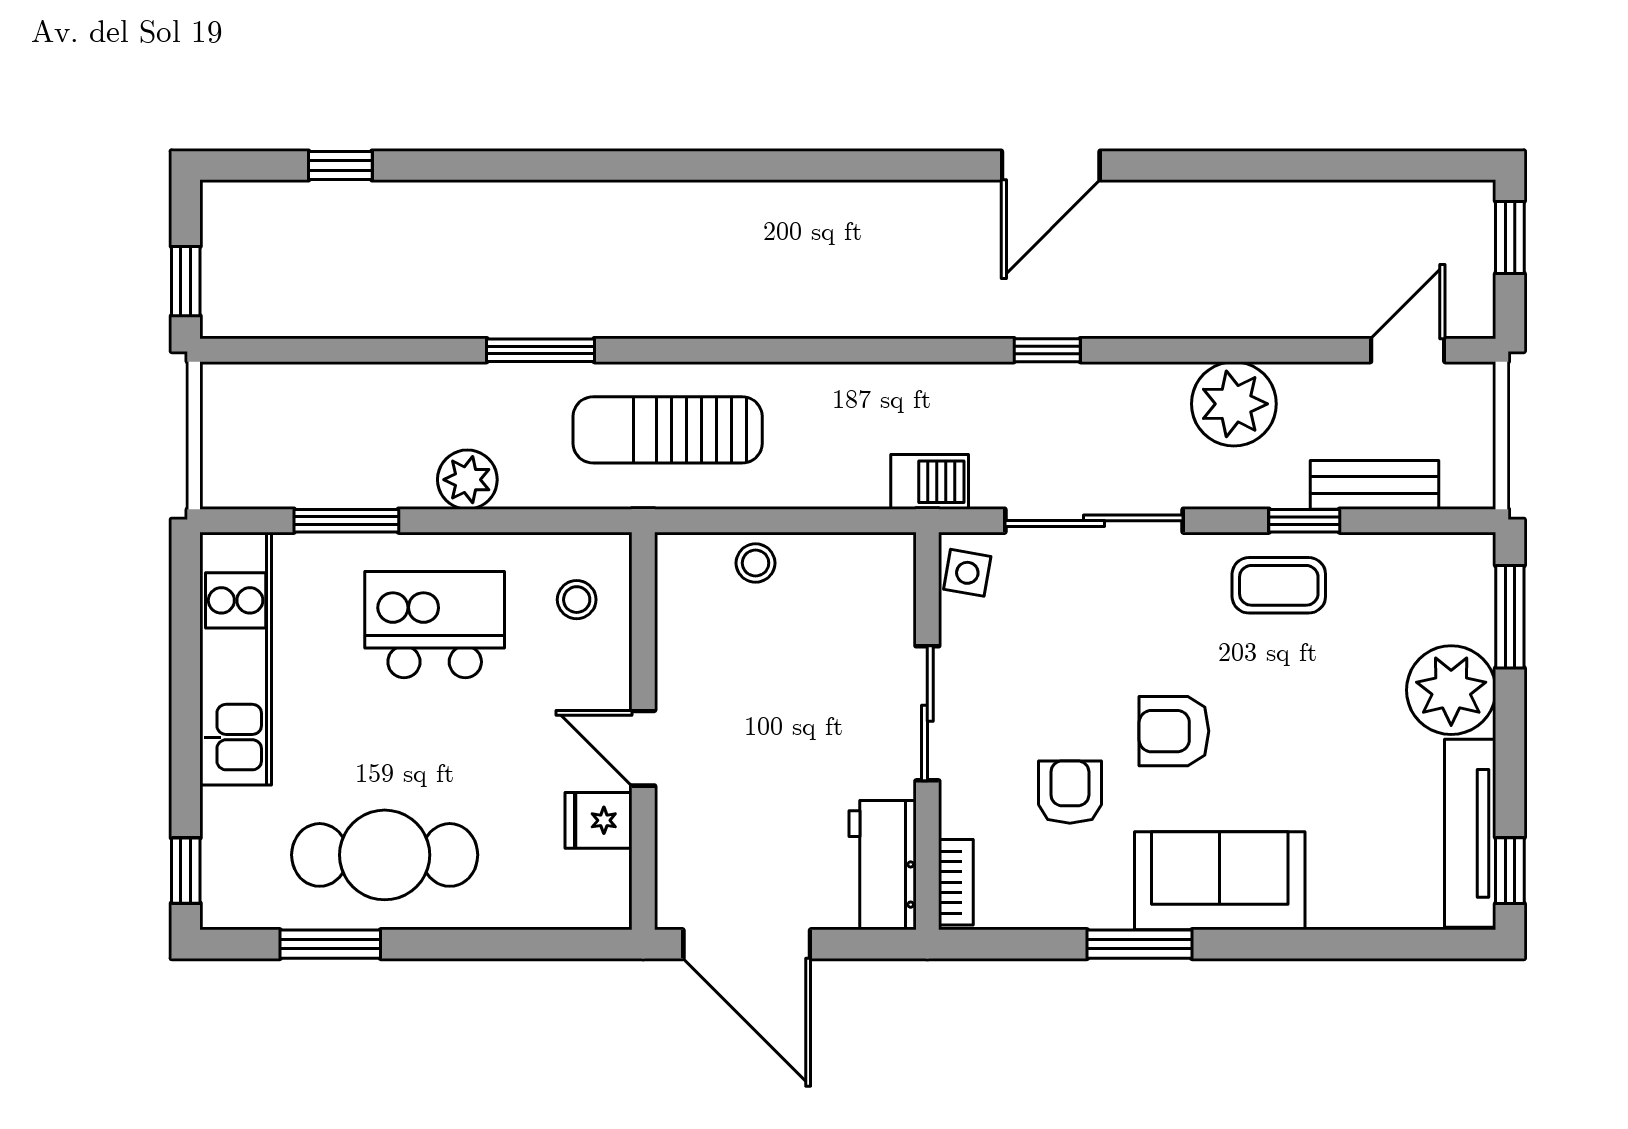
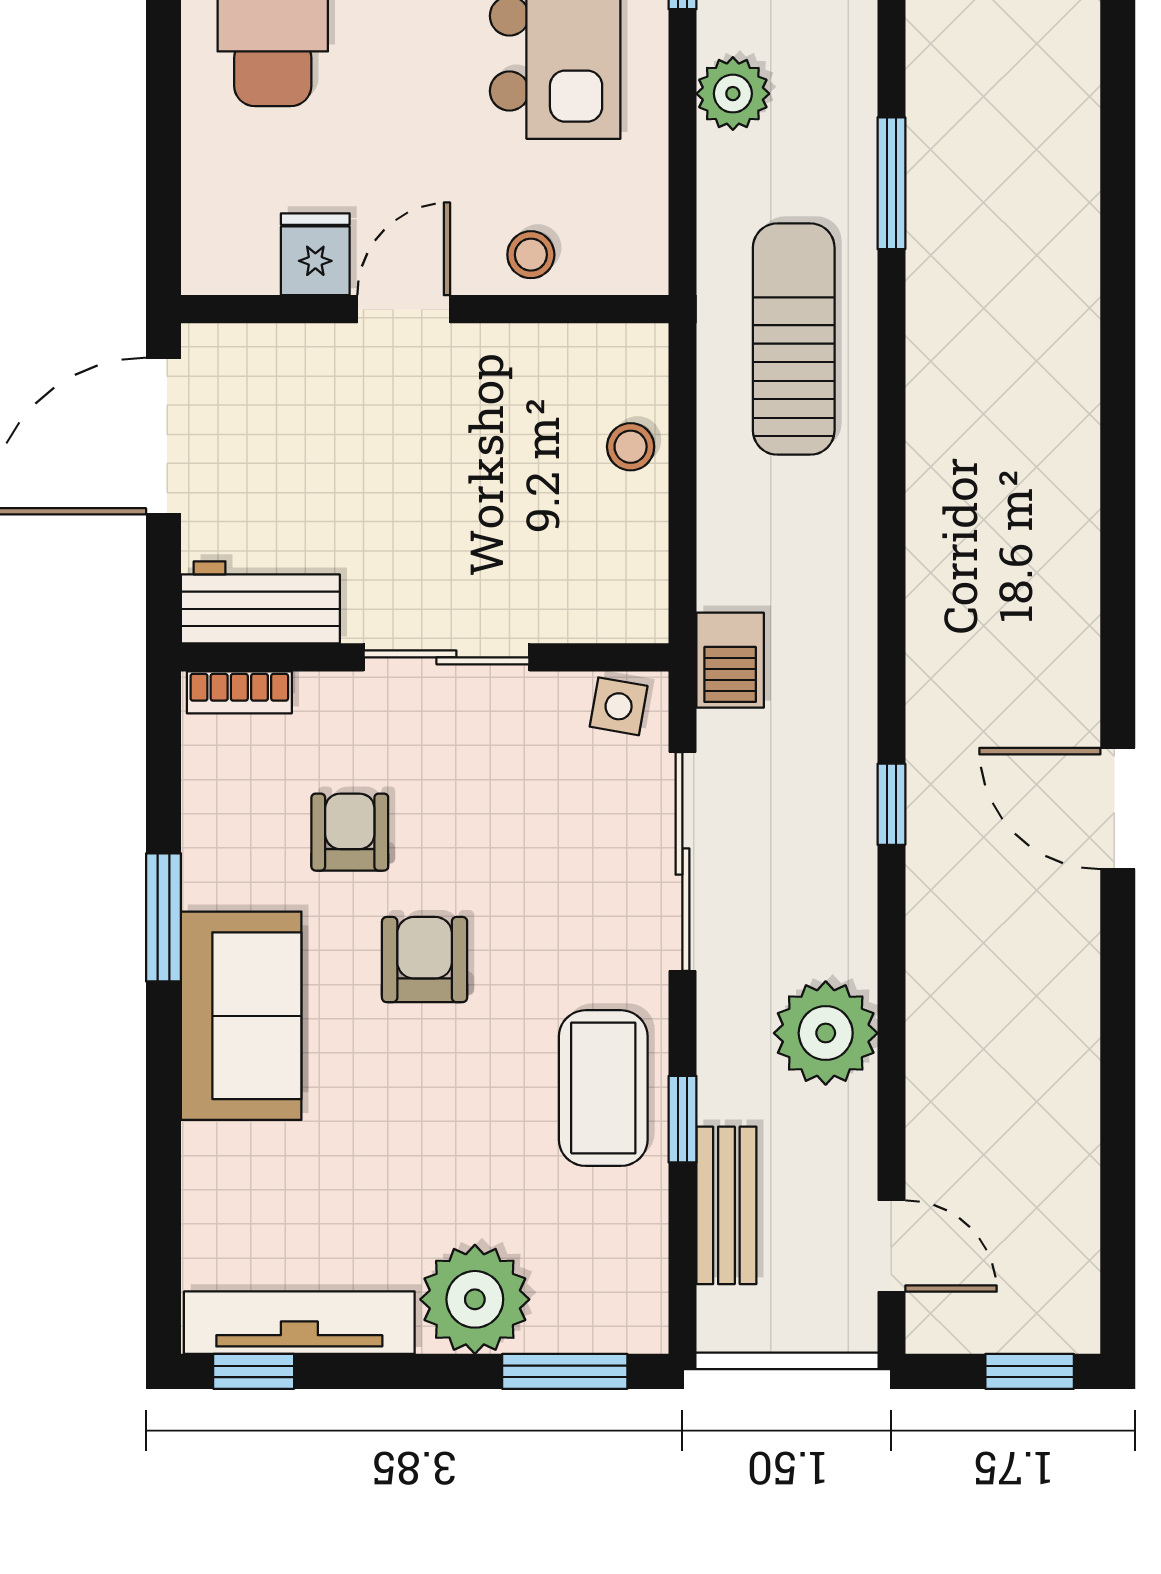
coffee table: (1279, 585) -> (603, 1088), width x1.36, depth x1.30
stool: (577, 600) -> (531, 255), moved
armchair: (1070, 792) -> (350, 832), turned -90

